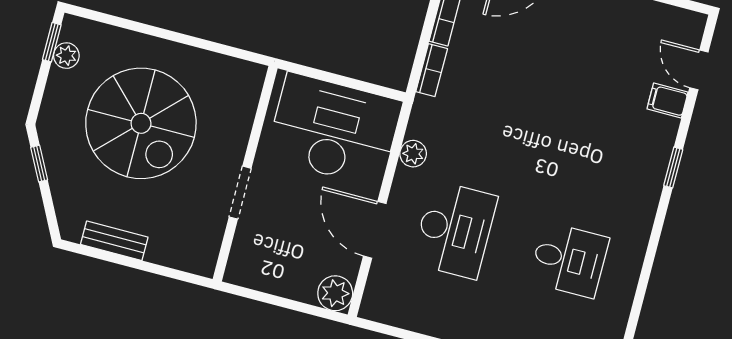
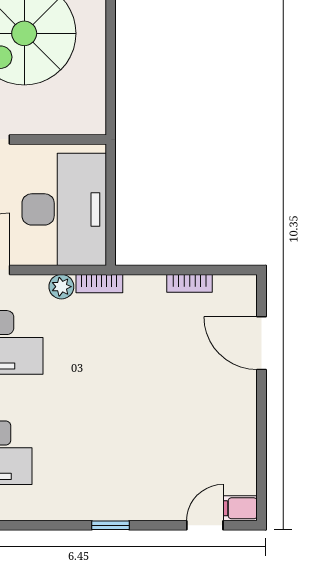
bookcase: (432, 70) -> (99, 284), moved
filing cabinet: (668, 100) -> (240, 508), moved, turned -90

